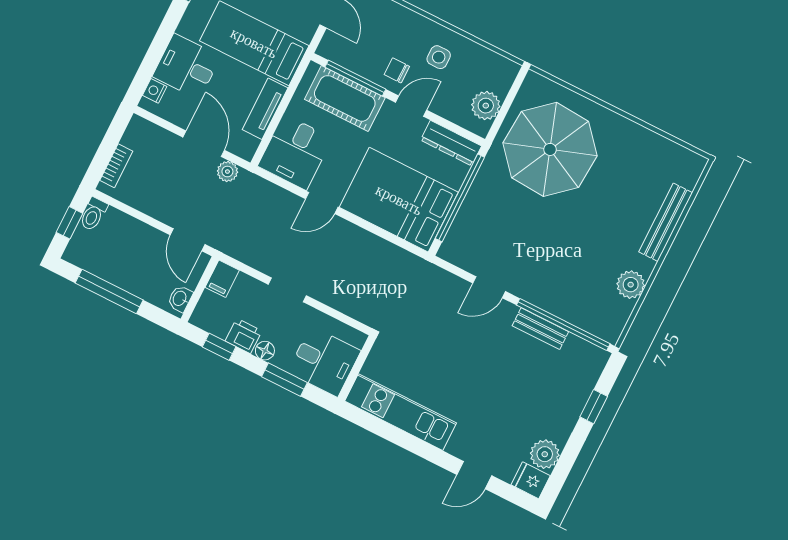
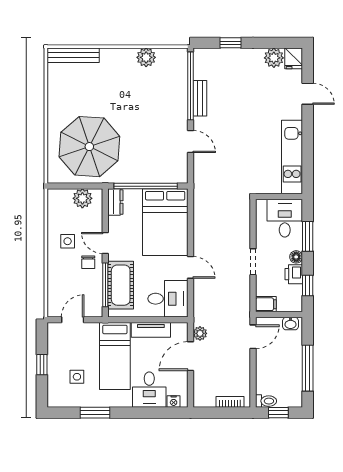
dresser: (451, 143) -> (115, 202), width x0.70
bench: (666, 222) -> (73, 55), moved

